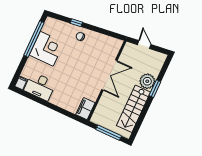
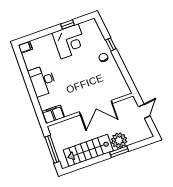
window: (34, 39) -> (67, 25), width x0.32
desk: (40, 86) -> (42, 81), moved

